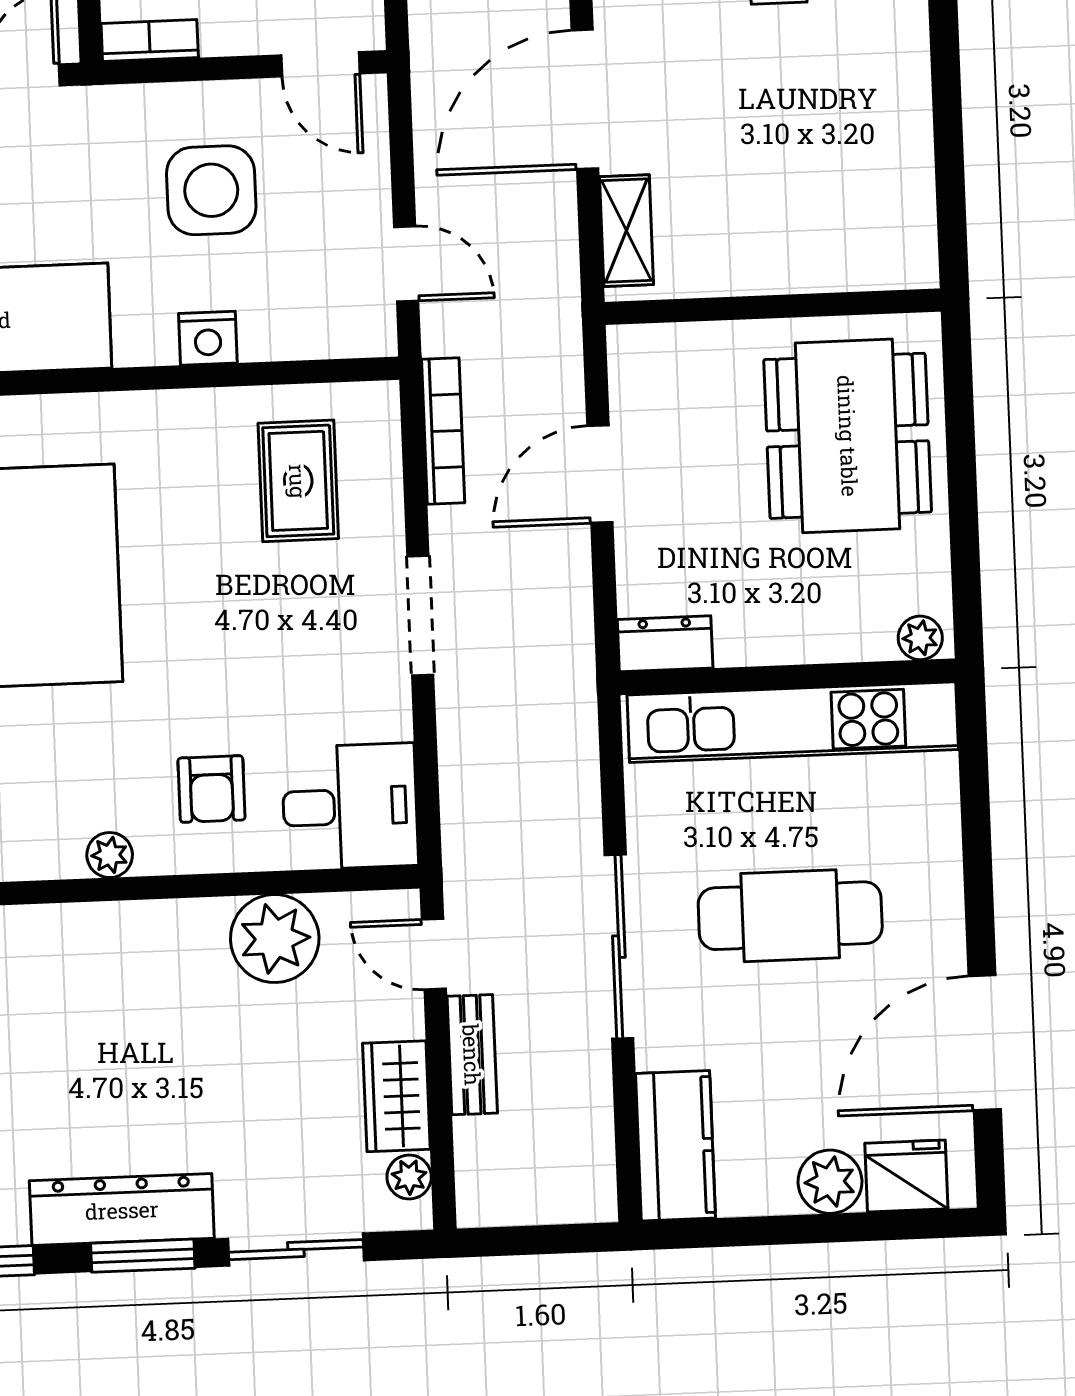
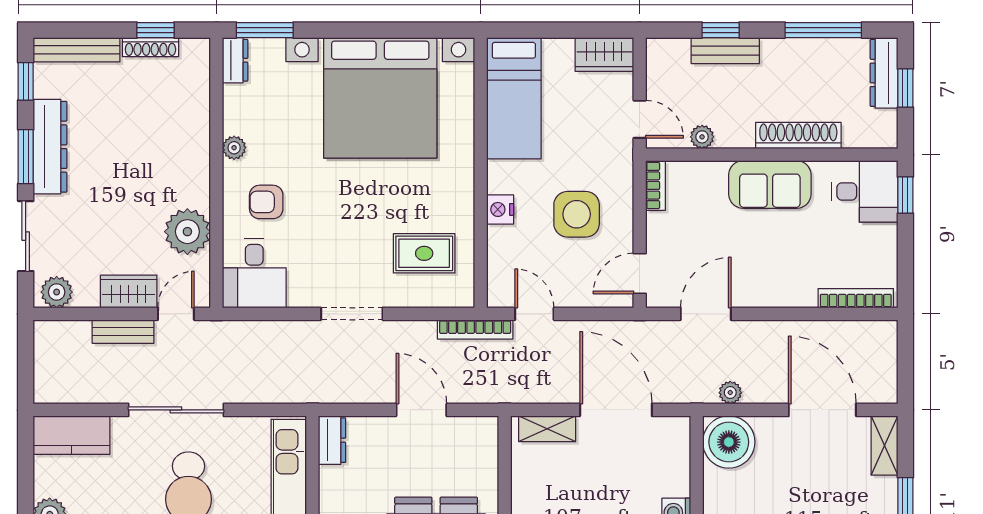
door: (406, 264) -> (534, 314), swing flipped
bookcase: (443, 431) -> (475, 329), moved
wardrobe: (396, 1096) -> (129, 291), moved
plant: (409, 1177) -> (57, 292), width x1.38, depth x1.38

